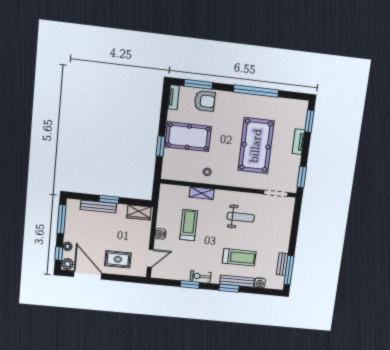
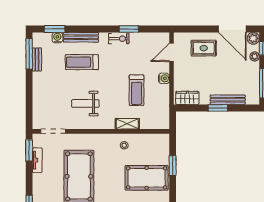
tv unit: (298, 142) -> (37, 160), moved
window: (229, 288) -> (55, 29), moved

